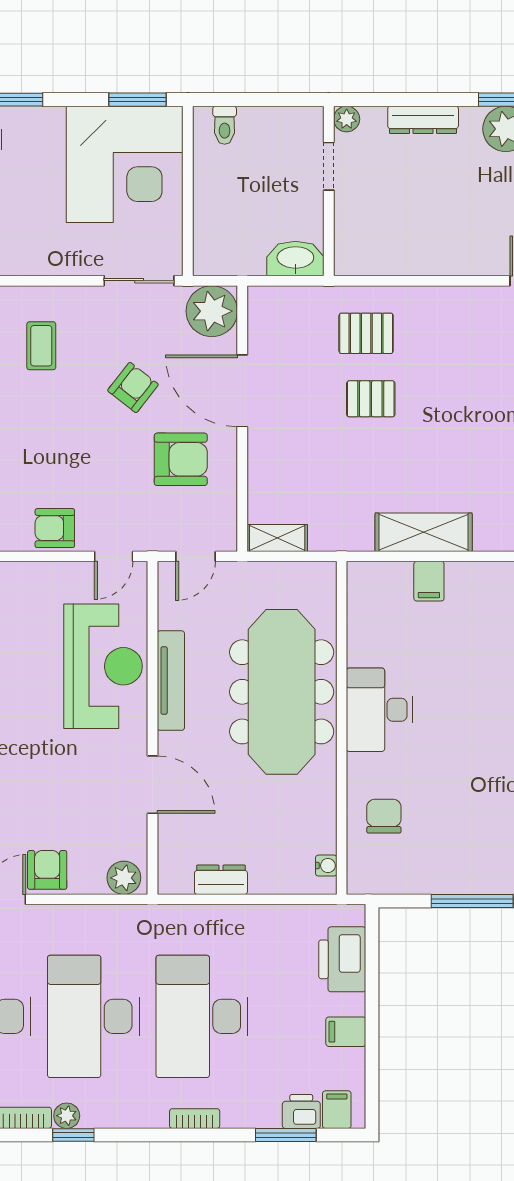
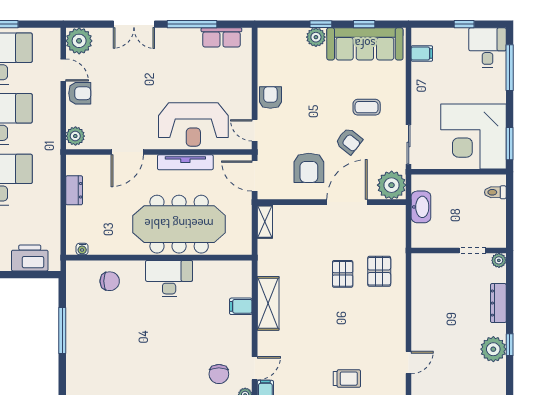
washbasin: (295, 259) -> (421, 207), moved
coffee table: (41, 346) -> (367, 107), moved
door: (196, 556) -> (255, 176), width x1.38

